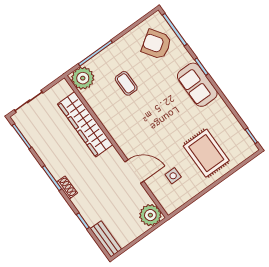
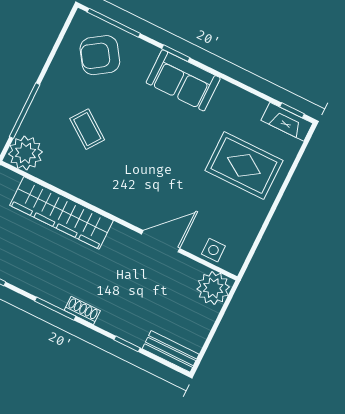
coffee table: (126, 83) -> (87, 129), turned 36
fireplace: (245, 141) -> (287, 122), added
side table: (173, 176) -> (213, 250), moved

